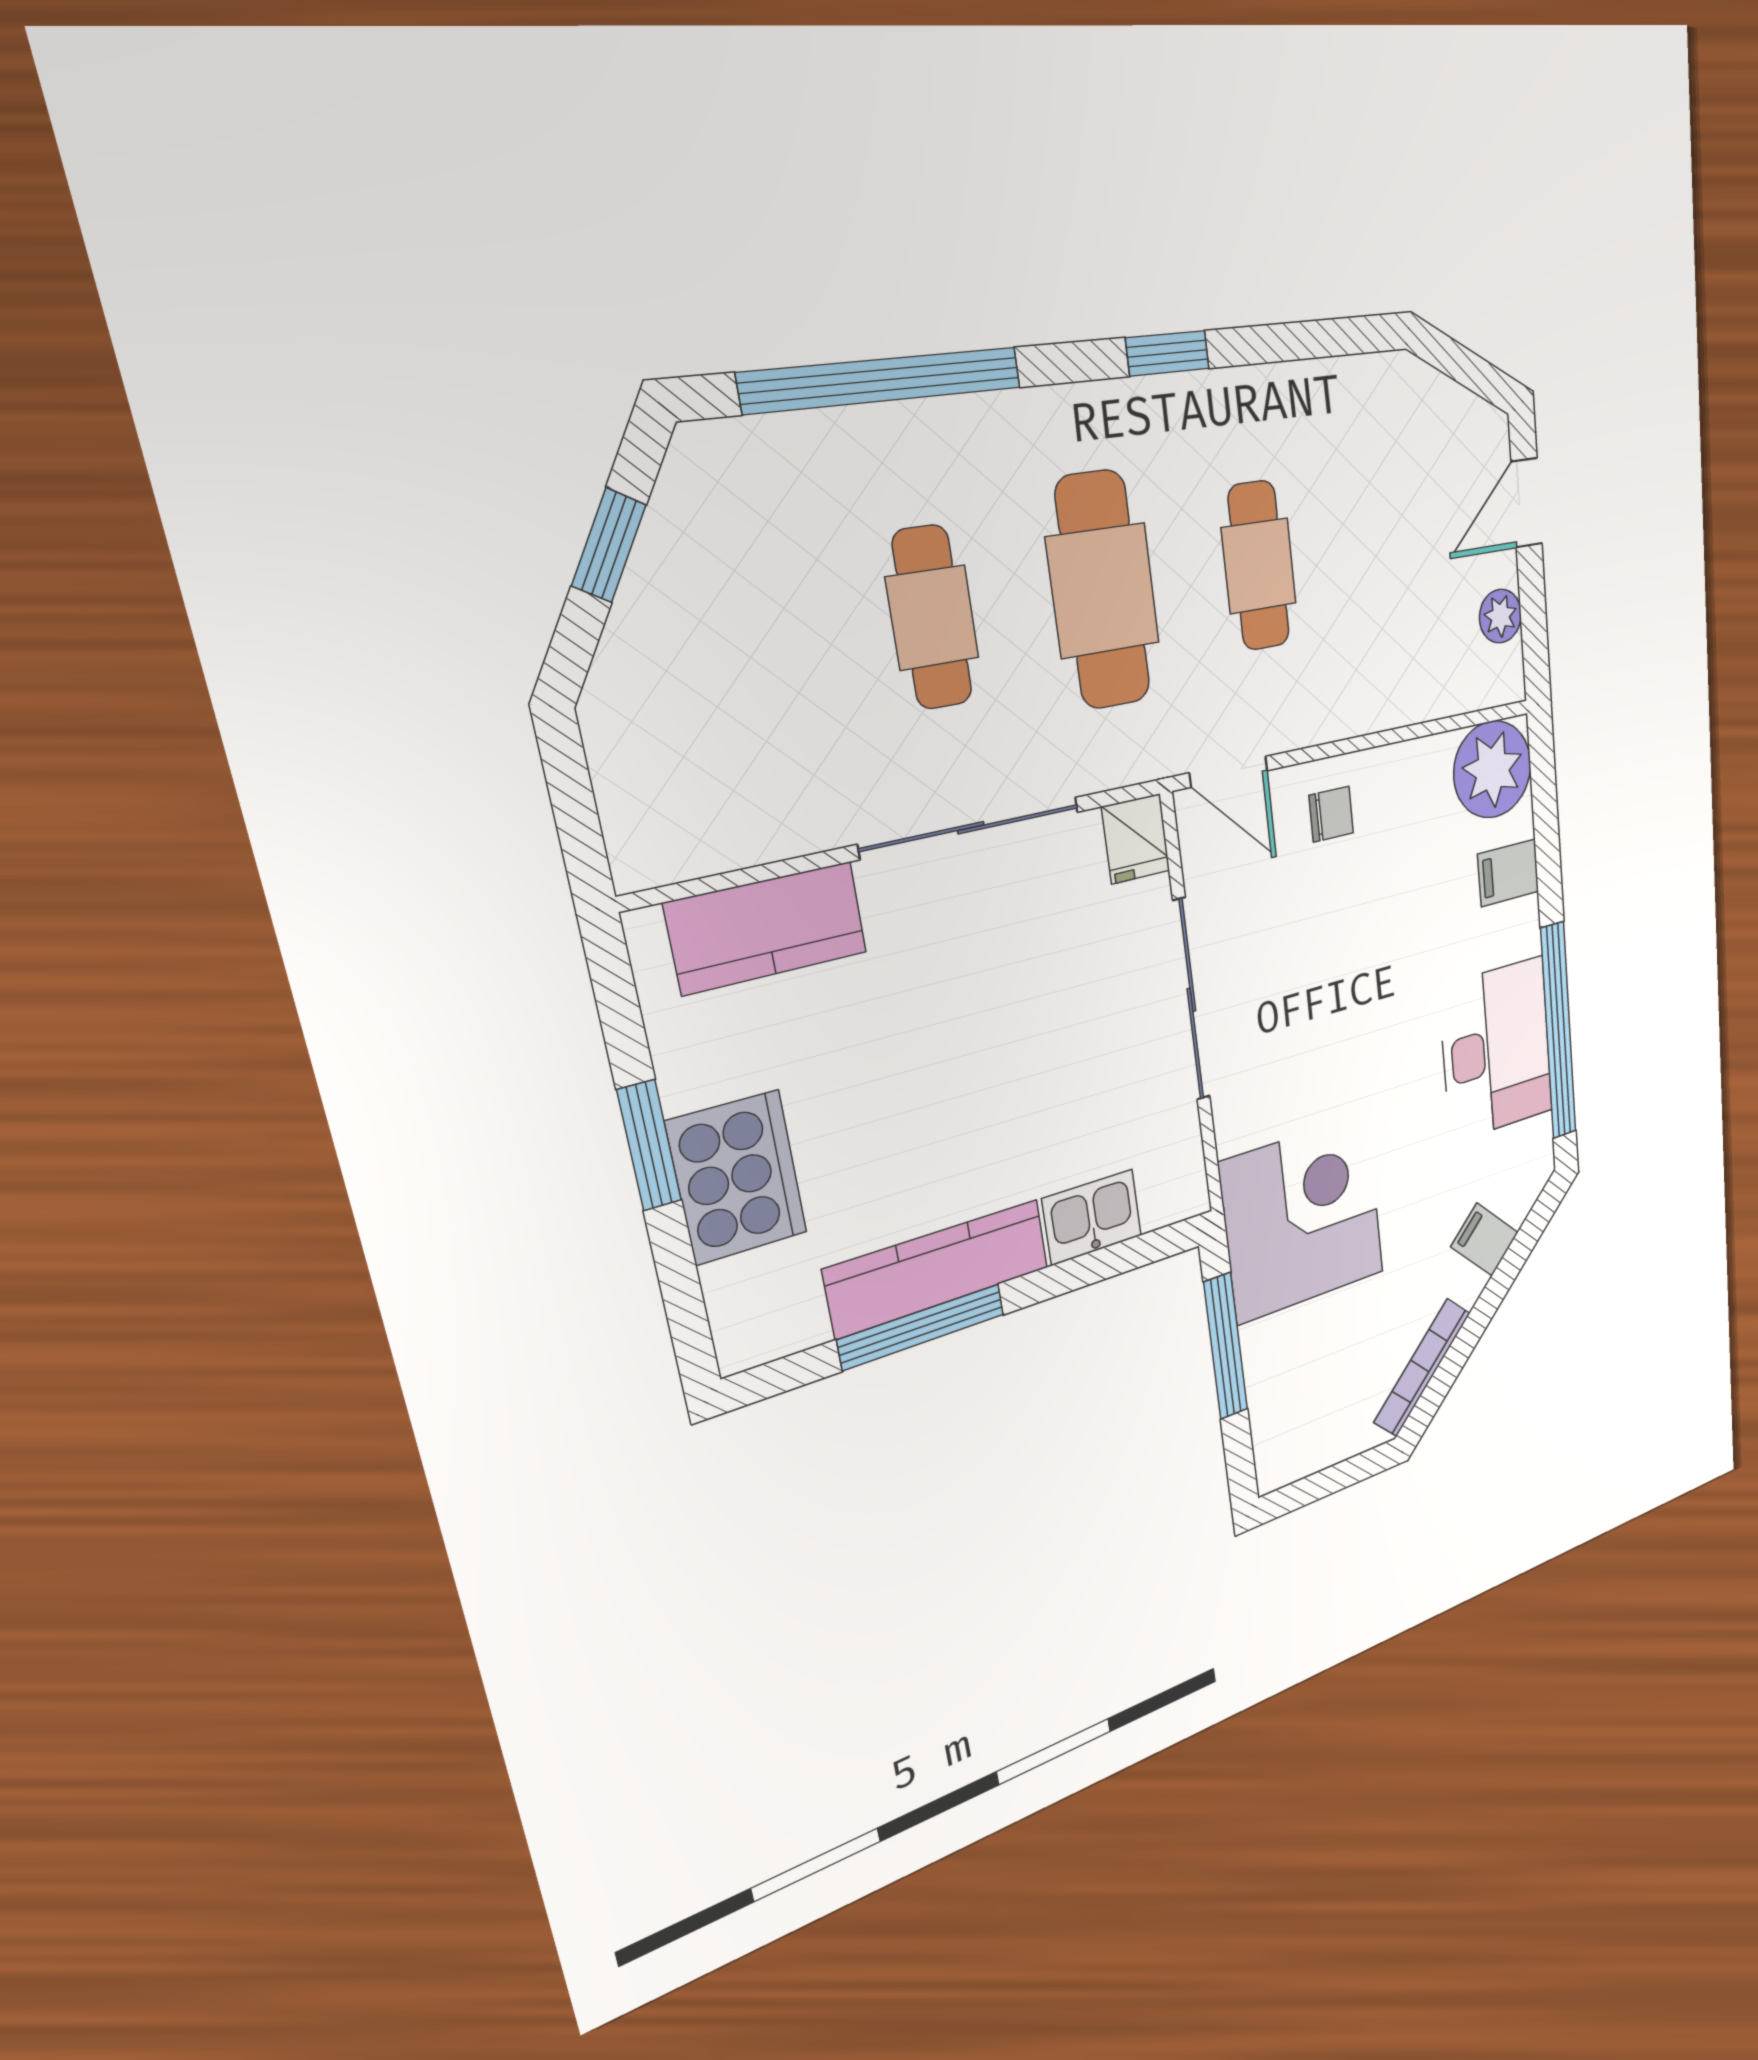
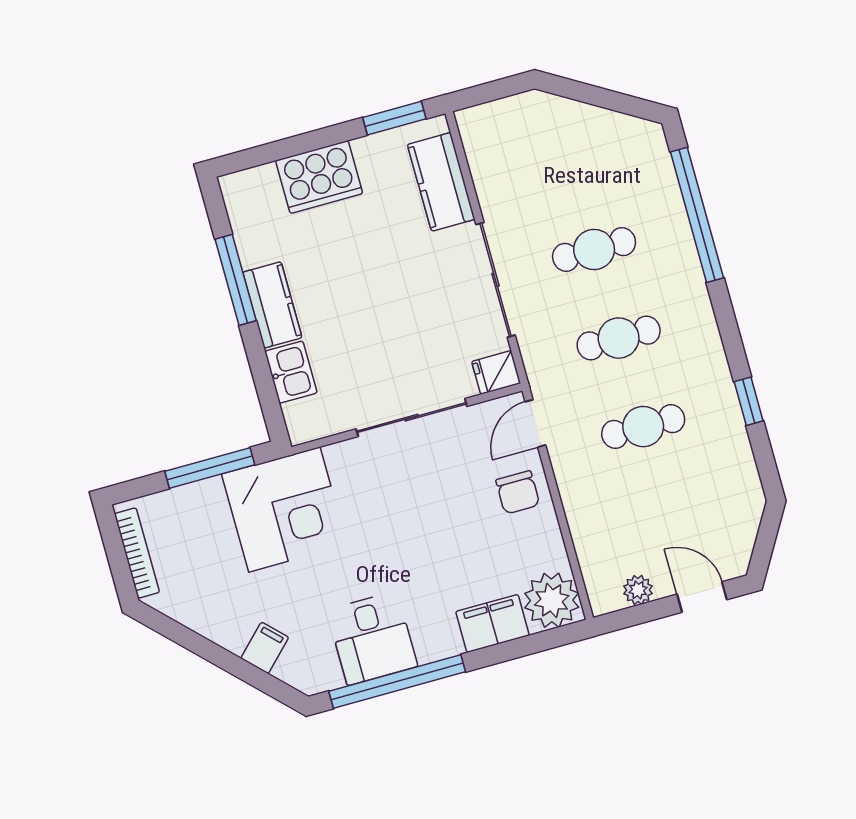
window: (1167, 353) -> (749, 401), moved
window: (609, 545) -> (606, 99), removed
cafe table: (1103, 591) -> (619, 338), width x0.73, depth x0.74
chair: (1331, 814) -> (518, 492), width x1.37, depth x1.37
filing cabinet: (1508, 873) -> (493, 623), width x2.00
desk: (1496, 1050) -> (372, 638), width x0.73
window: (649, 1145) -> (394, 118), moved
kitchen counter: (938, 1268) -> (272, 305), width x0.67
bookcase: (1422, 1367) -> (137, 553), moved, turned 45

